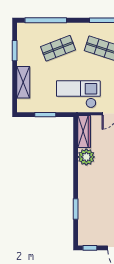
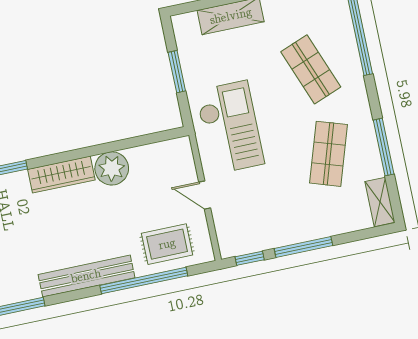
wardrobe: (84, 131) -> (61, 175), moved

